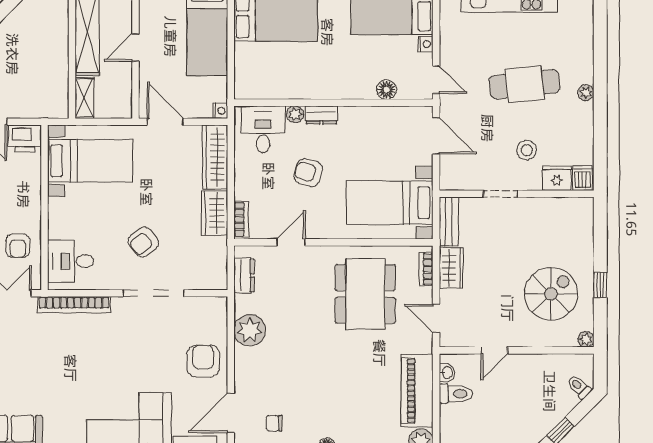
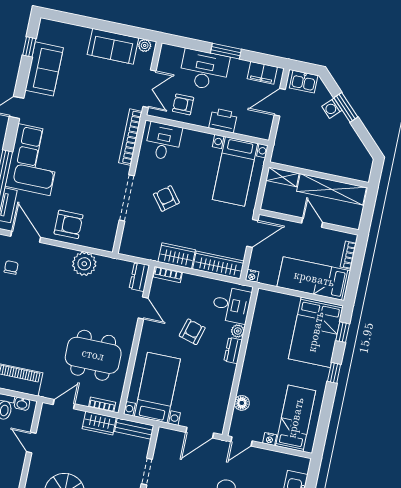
printer: (25, 139) -> (223, 120), moved, turned 90
dresser: (244, 275) -> (139, 277), moved, turned 90

